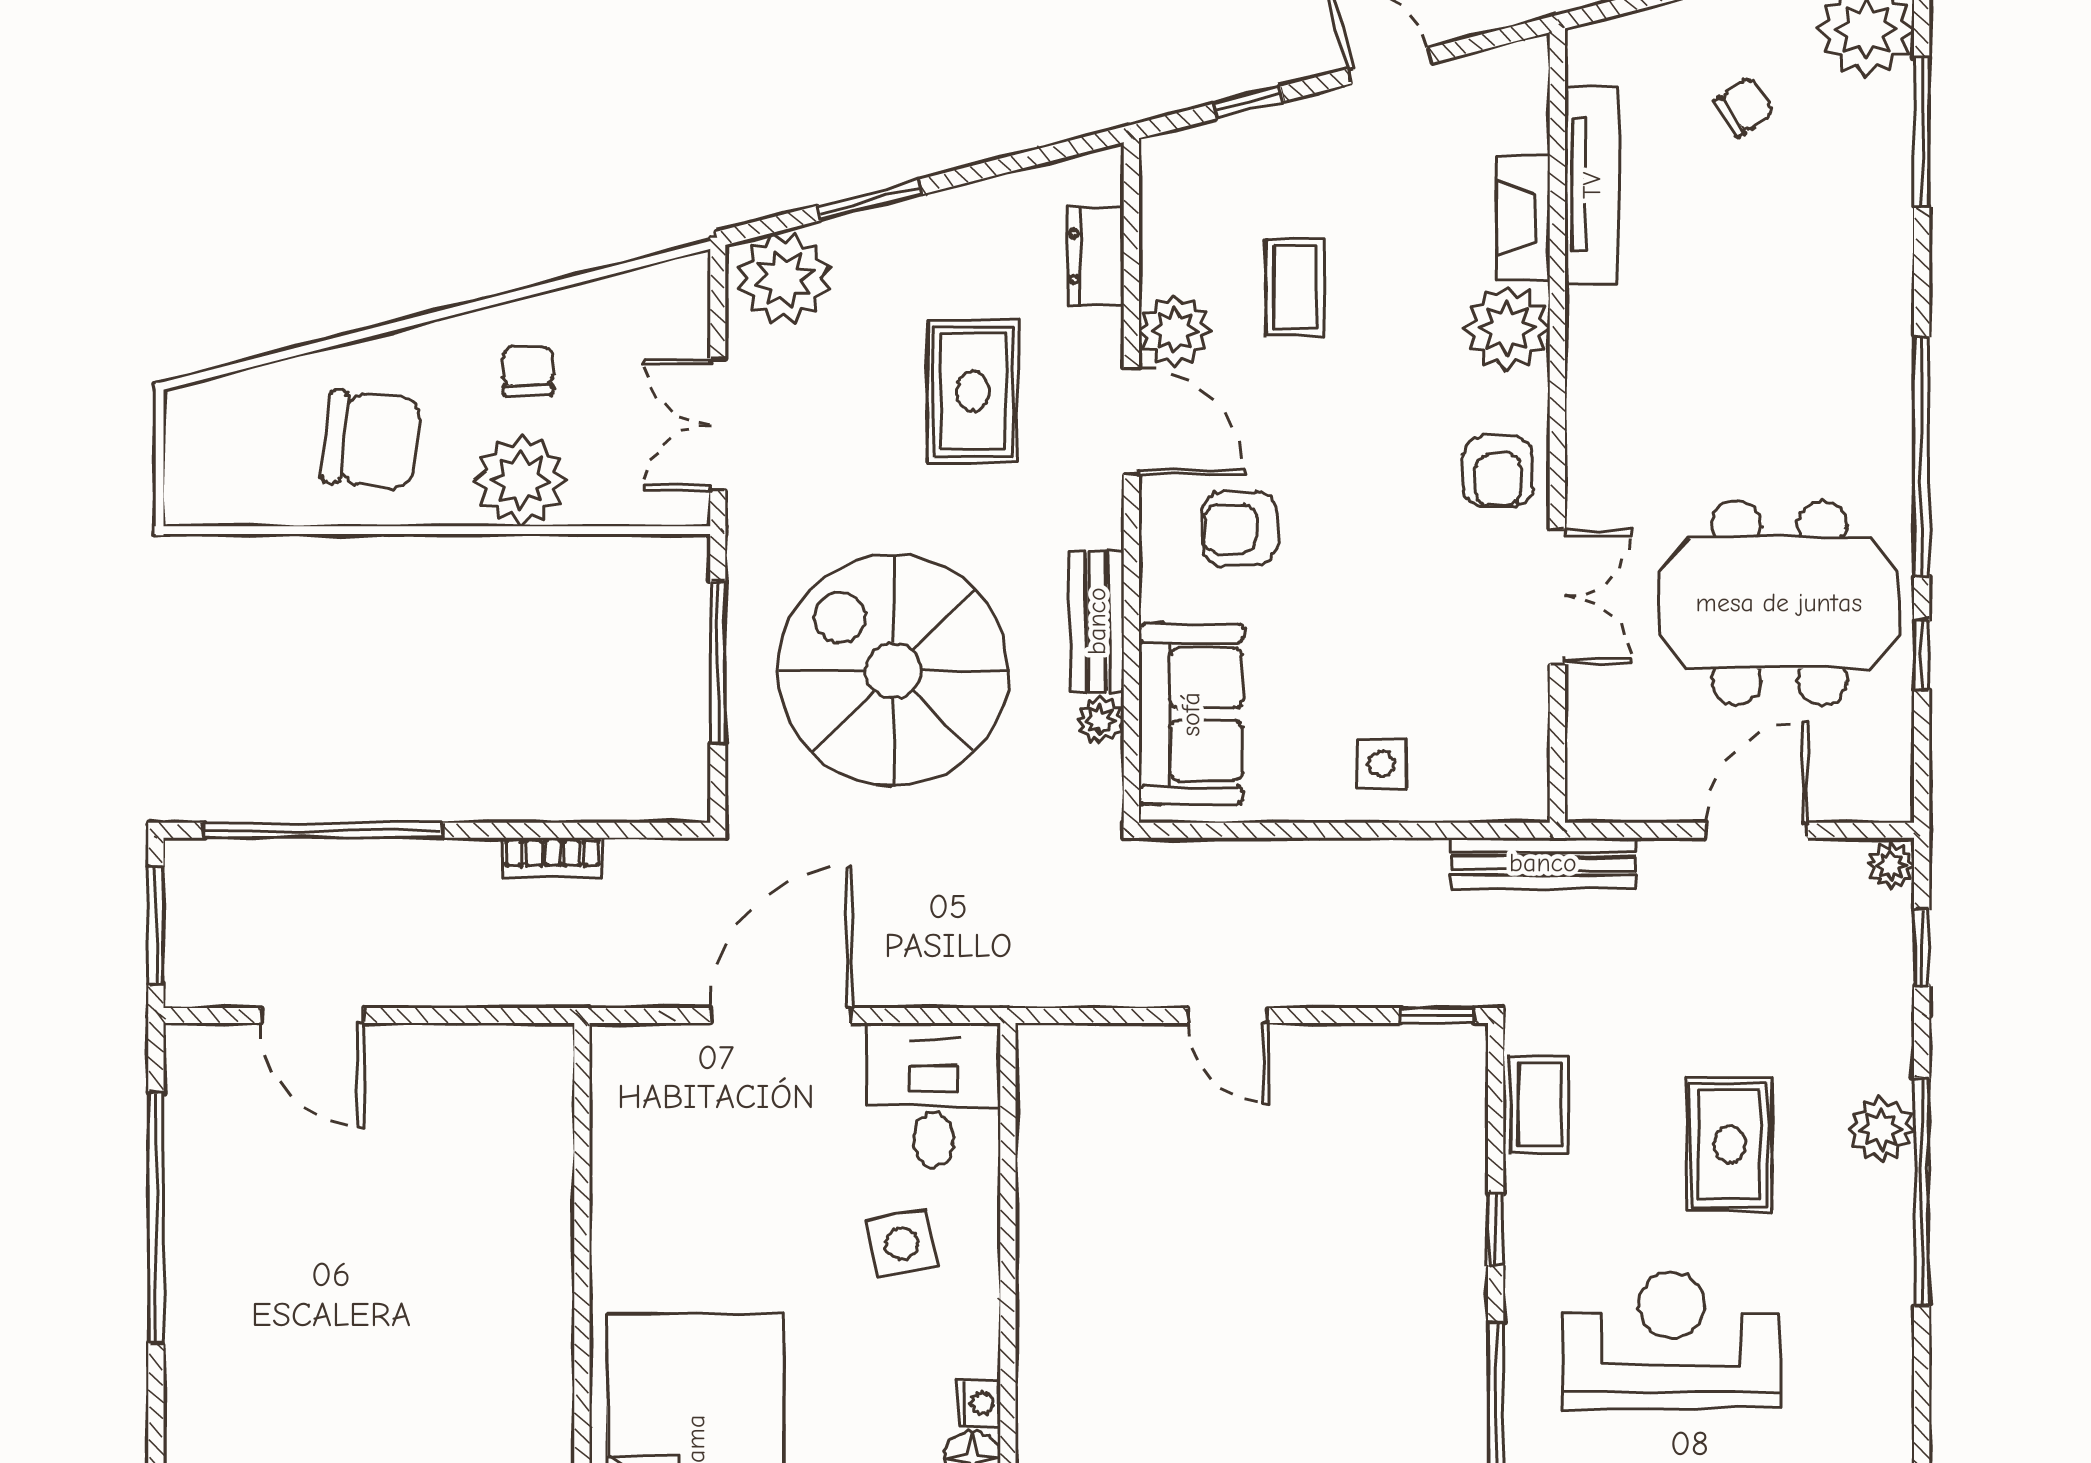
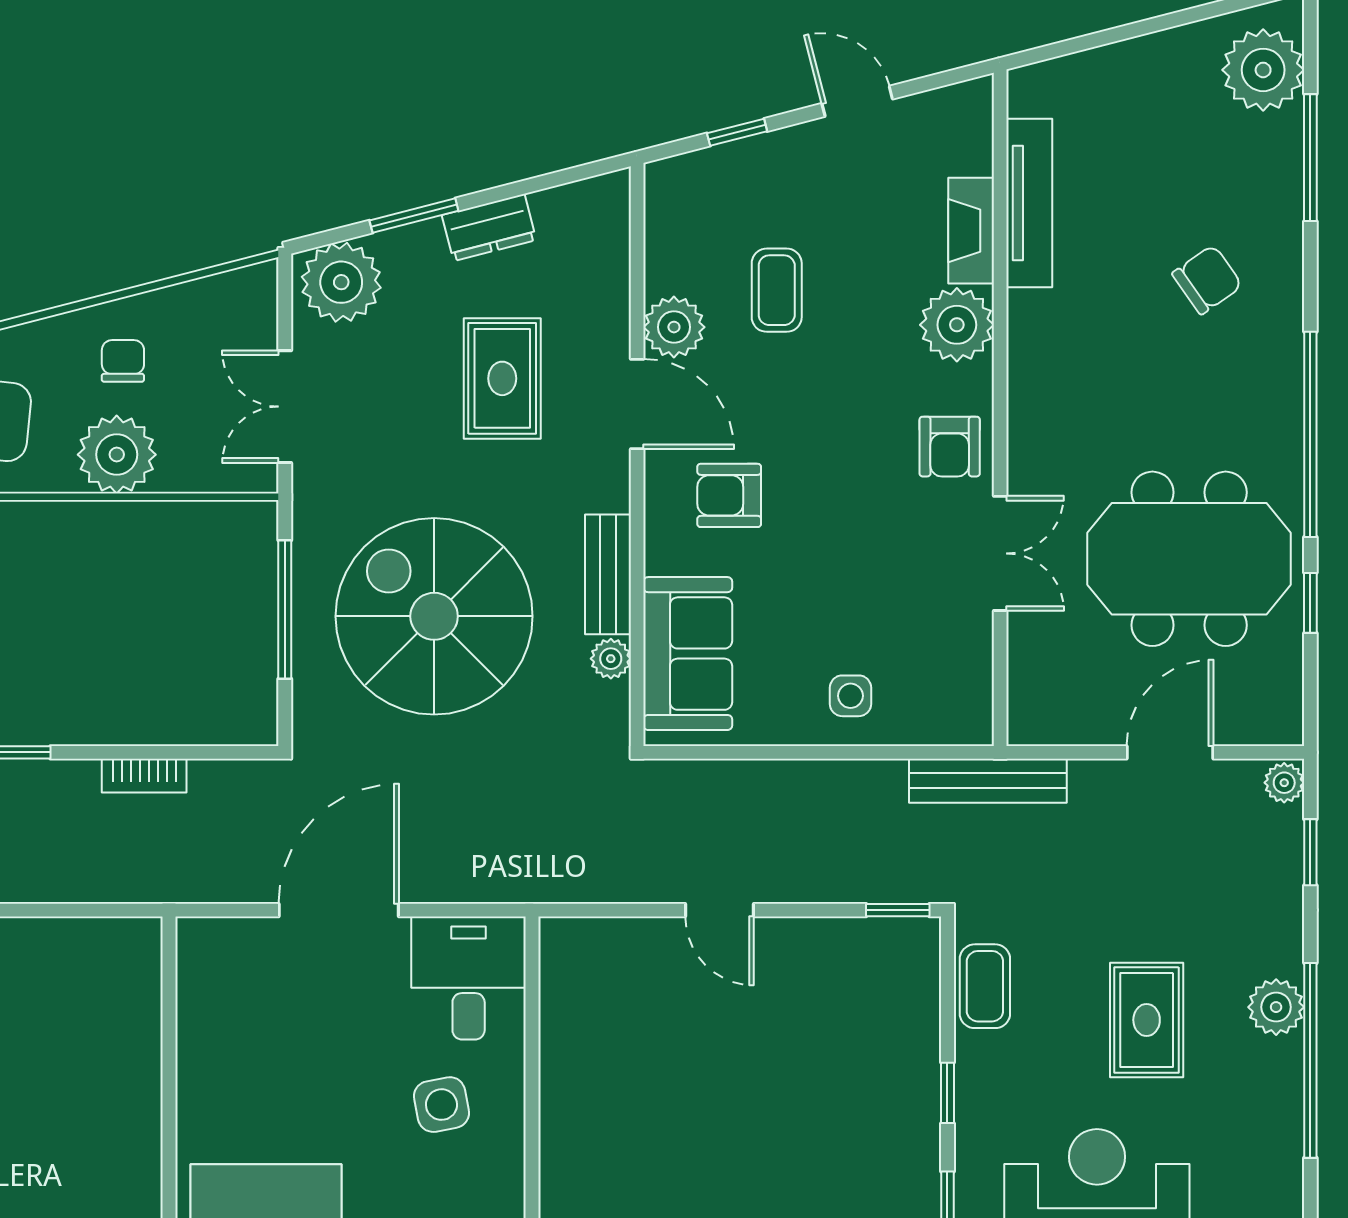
chair: (1743, 107) -> (1207, 280), moved, width x1.37, depth x1.37
dresser: (1096, 256) -> (489, 228), moved, turned -104

